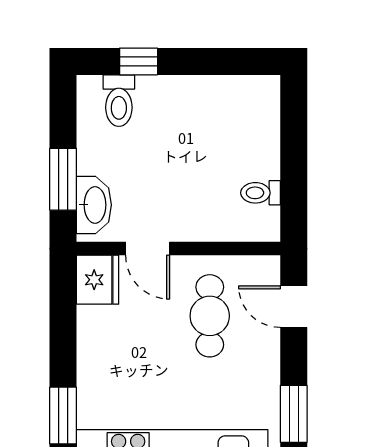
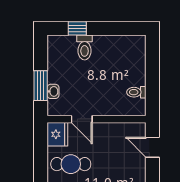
toilet: (119, 101) -> (85, 47), moved
washbasin: (94, 205) -> (53, 91), width x0.52, depth x0.69
cafe table: (210, 316) -> (71, 164), moved, turned 90

